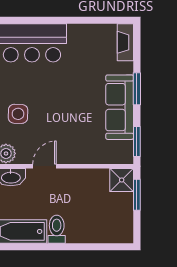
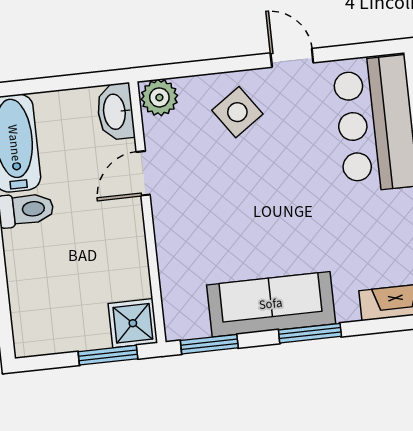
side table: (18, 114) -> (237, 112), turned -37
door: (44, 166) -> (143, 173), swing flipped

